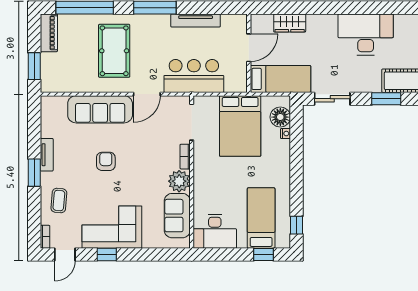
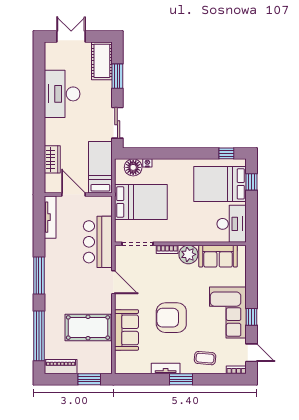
tv unit: (196, 20) -> (50, 217), moved
pool table: (114, 51) -> (88, 328), moved
sofa: (100, 109) -> (126, 330), width x0.73
armchair: (106, 161) -> (171, 318), width x1.88, depth x1.88
bed: (261, 218) -> (220, 184), width x1.50

